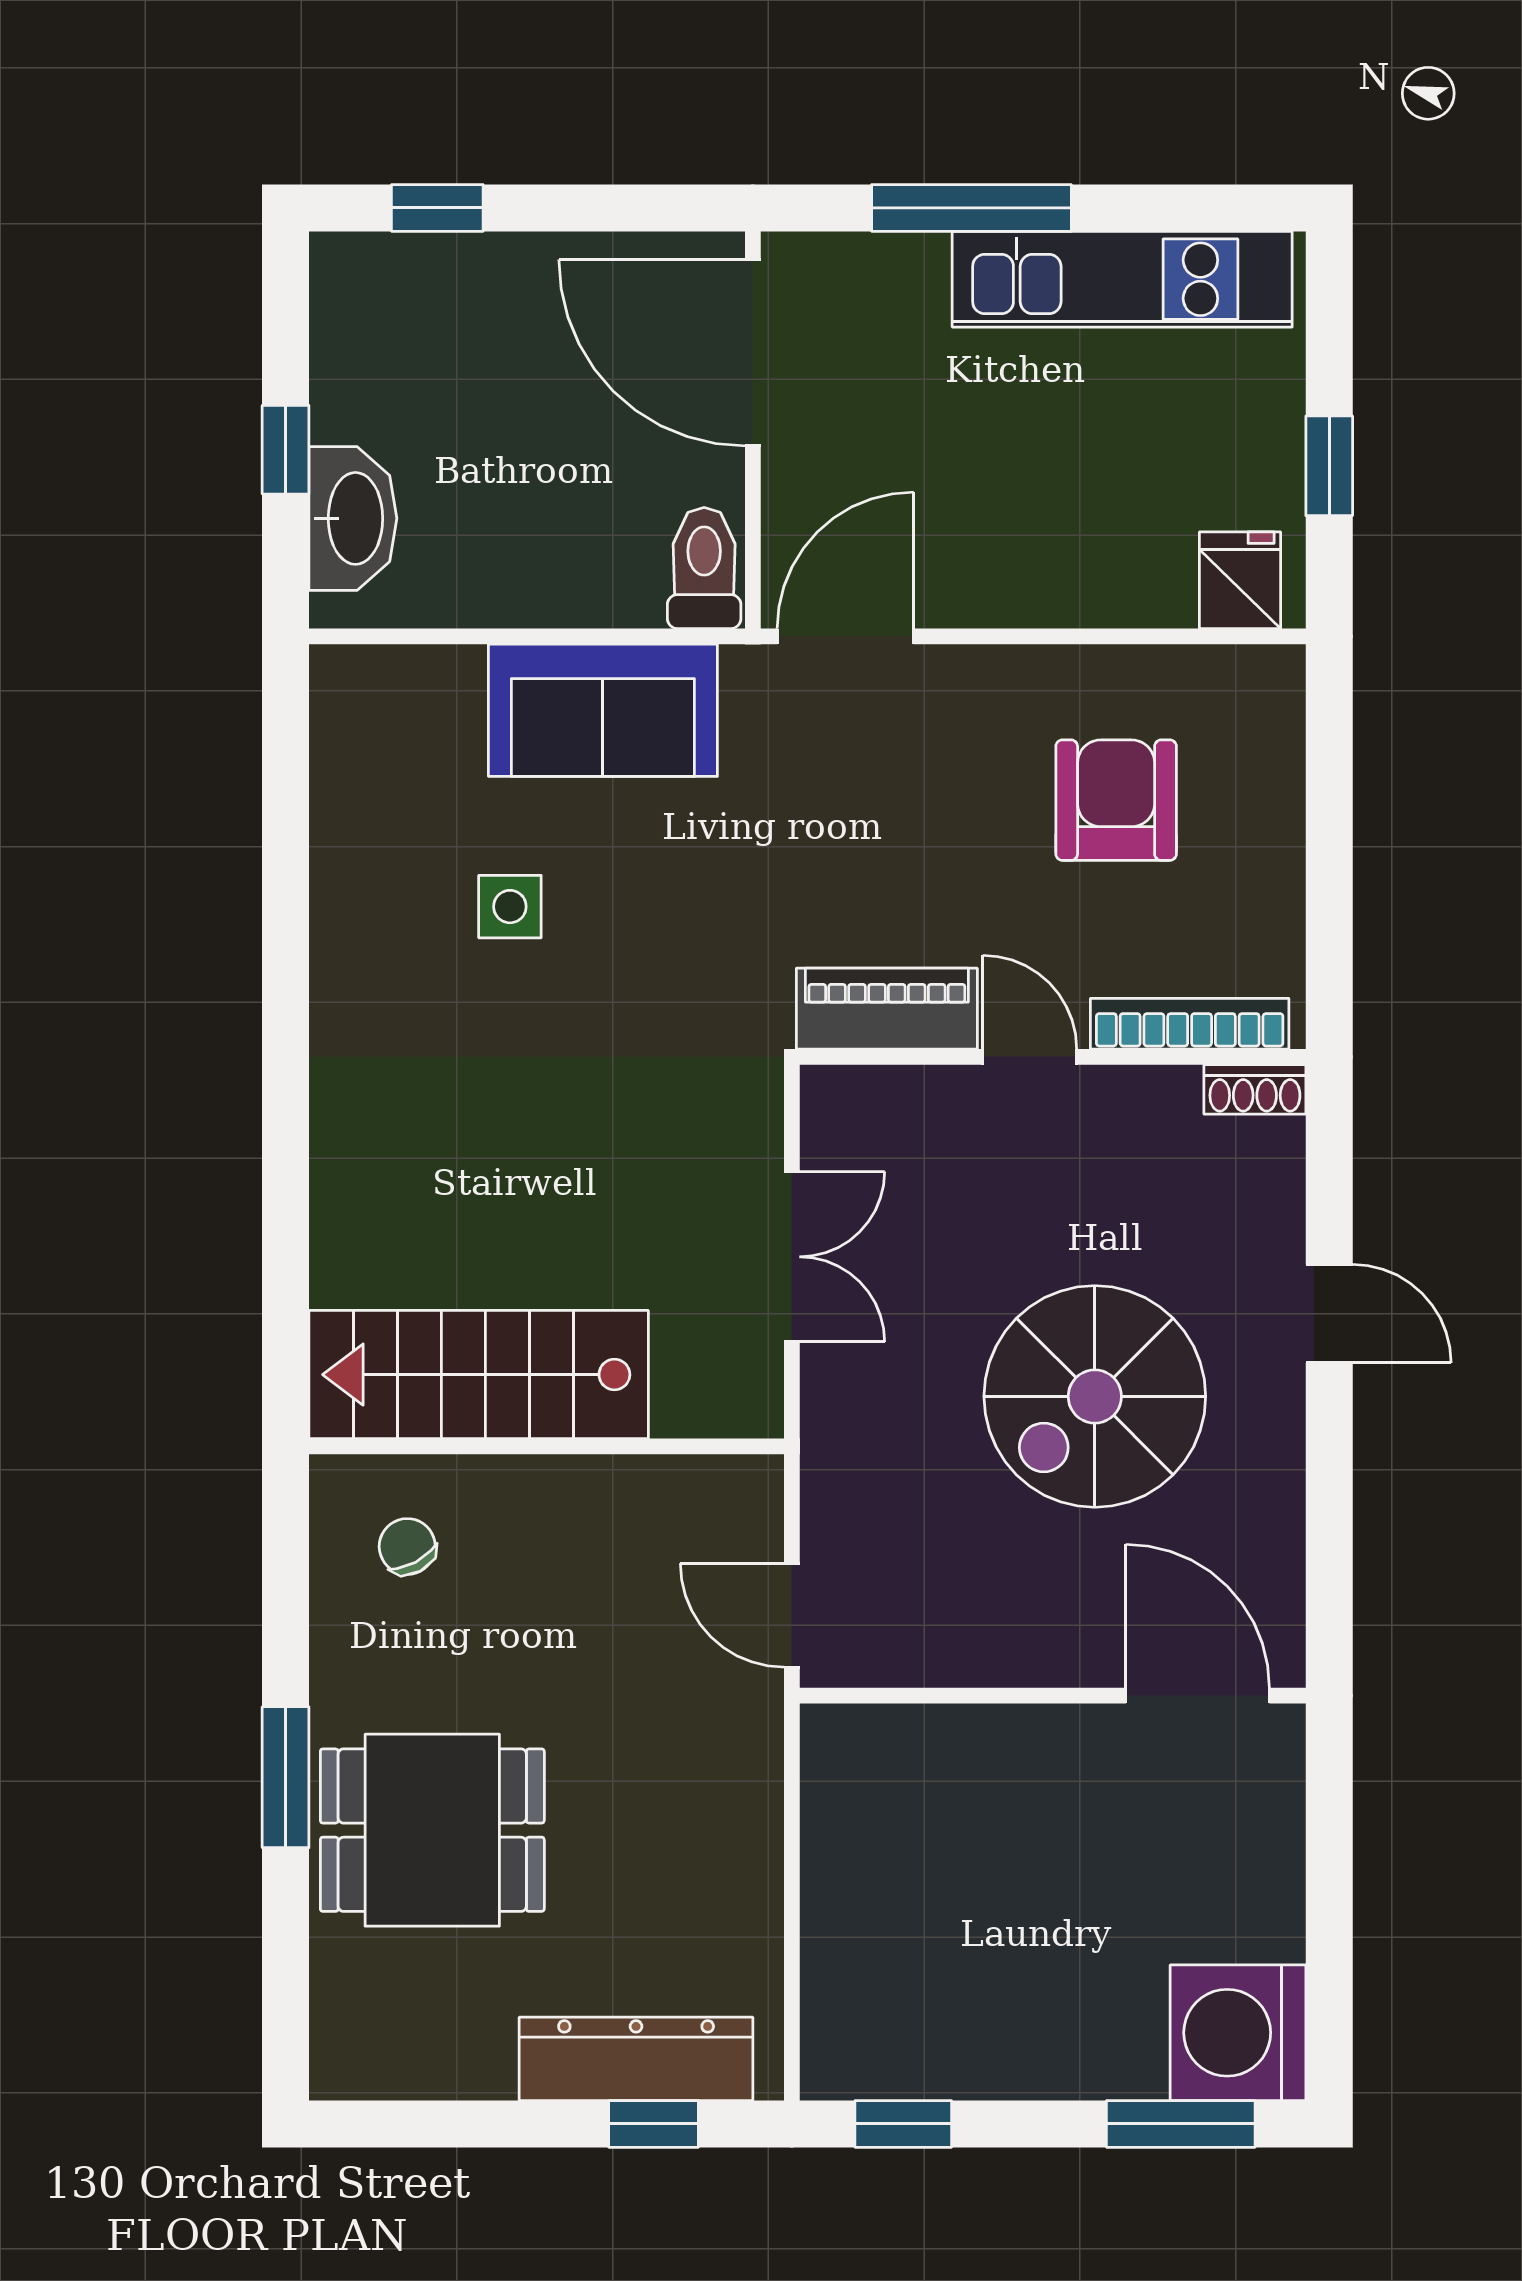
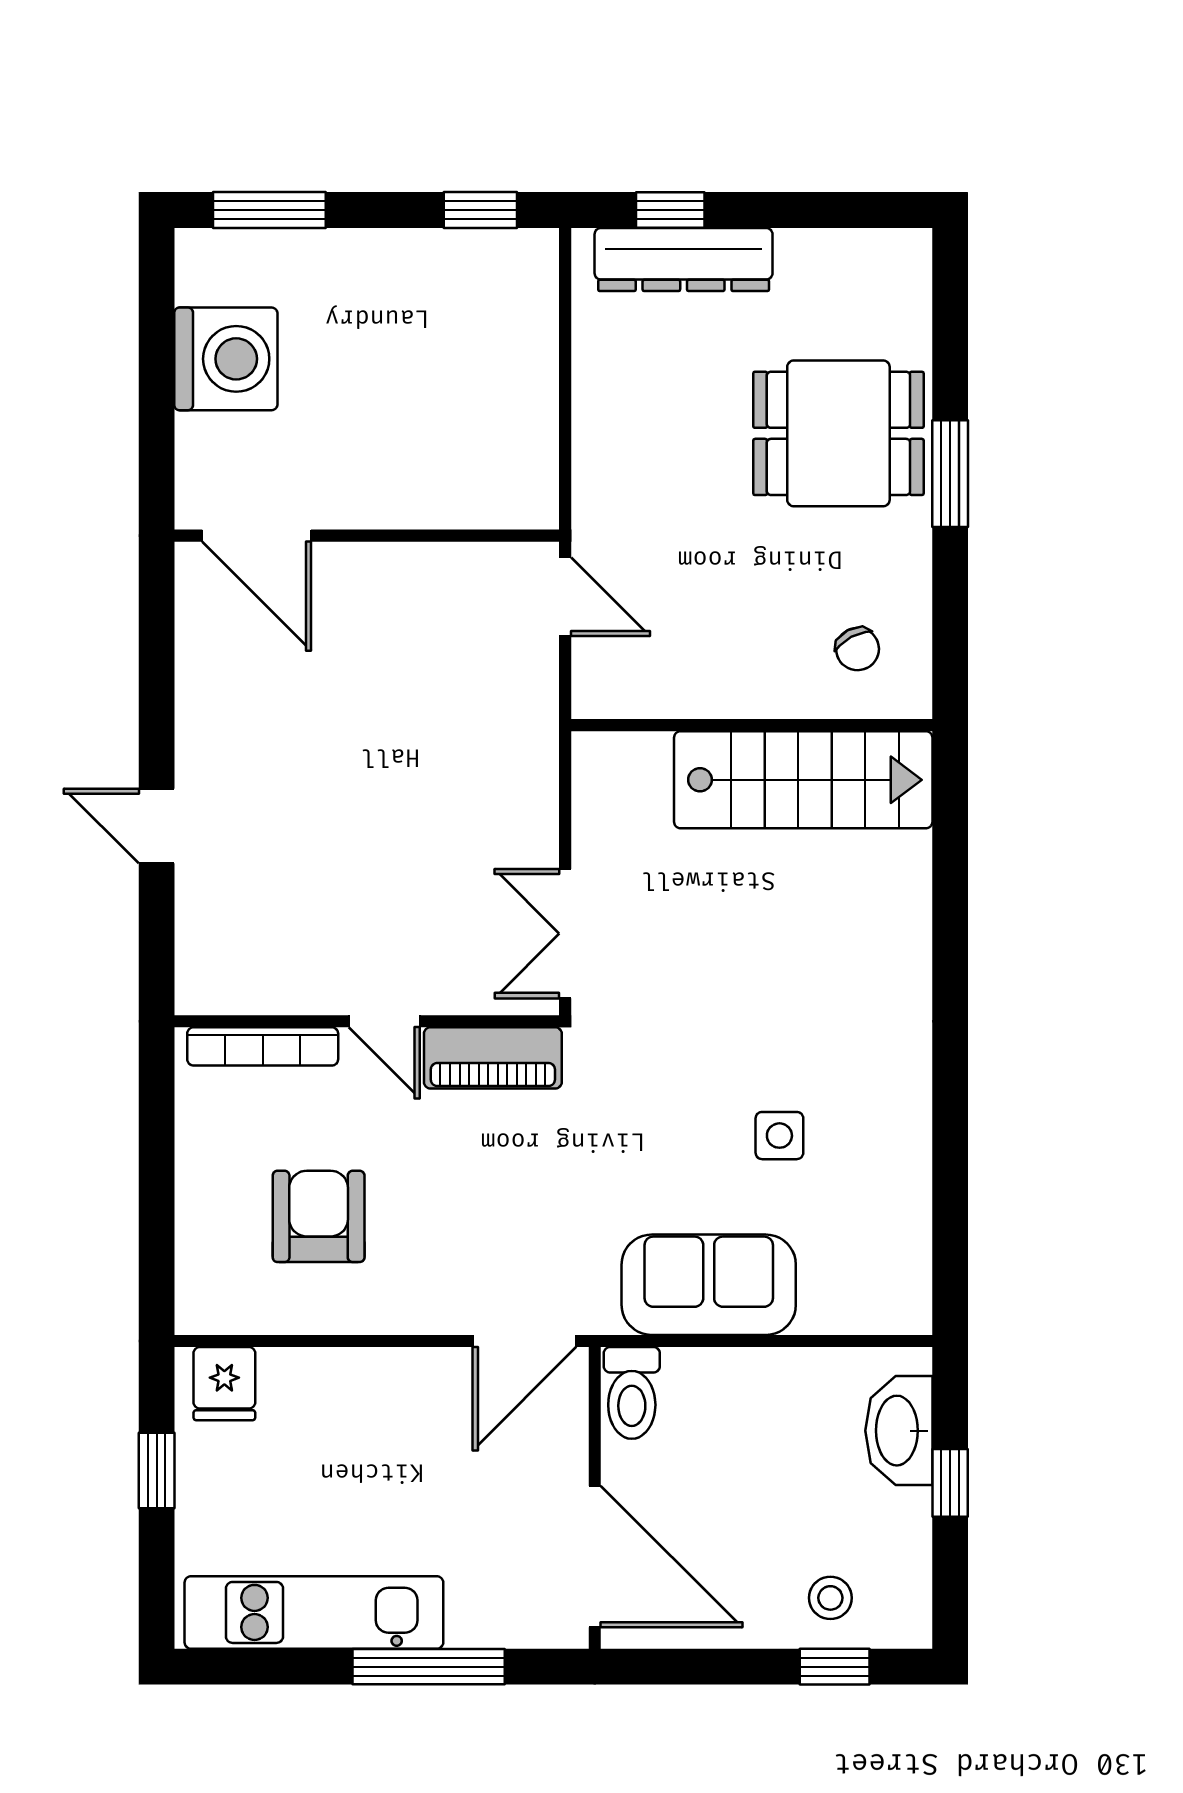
stool: (443, 298) -> (830, 1598), added
armchair: (1116, 800) -> (319, 1216), turned 180
shoe rack: (1255, 1089) -> (213, 996), removed
double door: (792, 1257) -> (565, 934), moved
spiral stairs: (1095, 1396) -> (335, 763), removed
washing machine: (1238, 2033) -> (226, 359), moved

